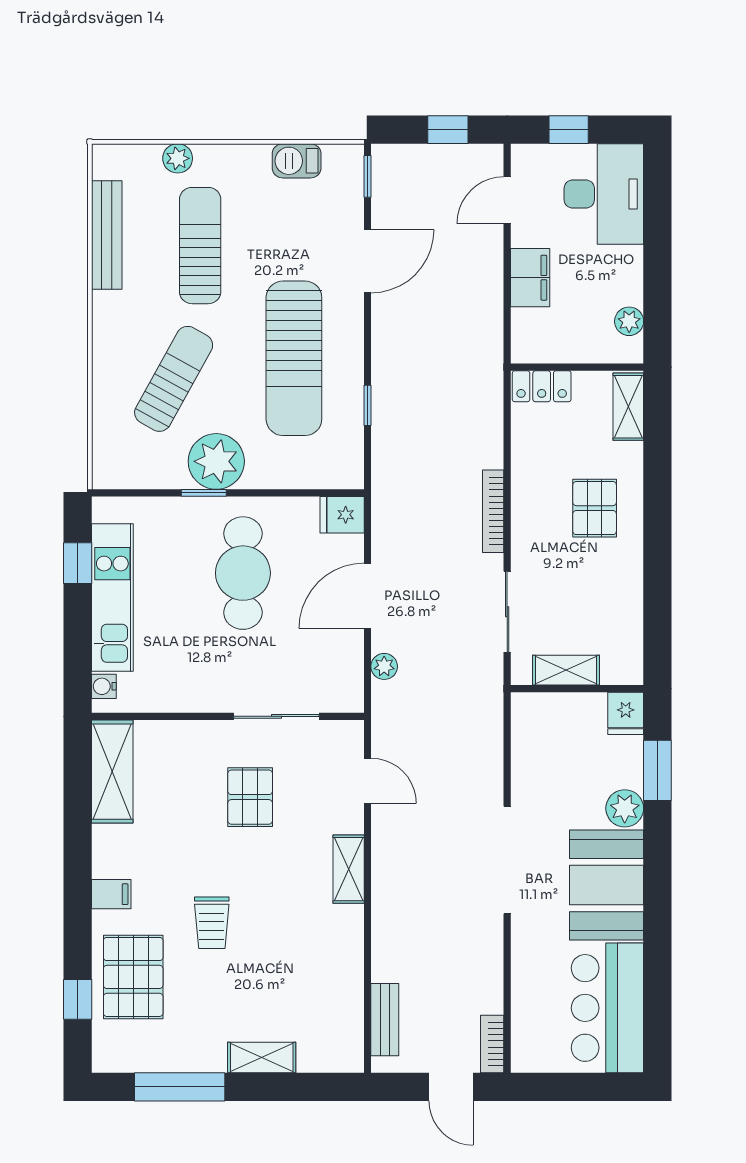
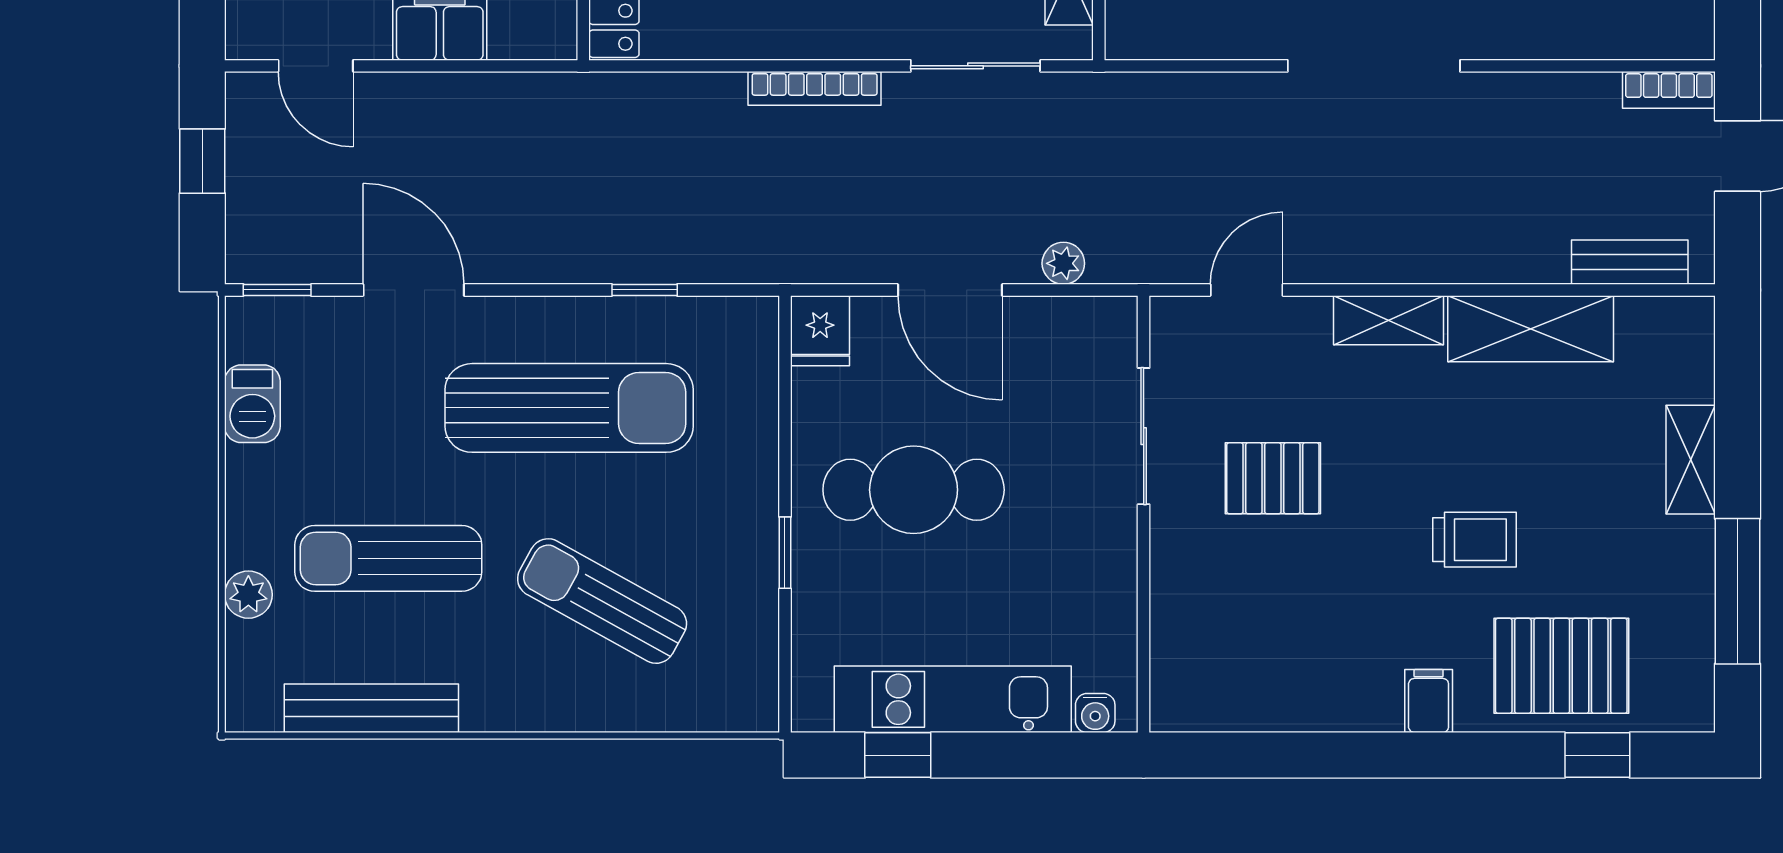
plant: (216, 461) -> (734, 533), removed
shelving: (112, 772) -> (1531, 329), moved

